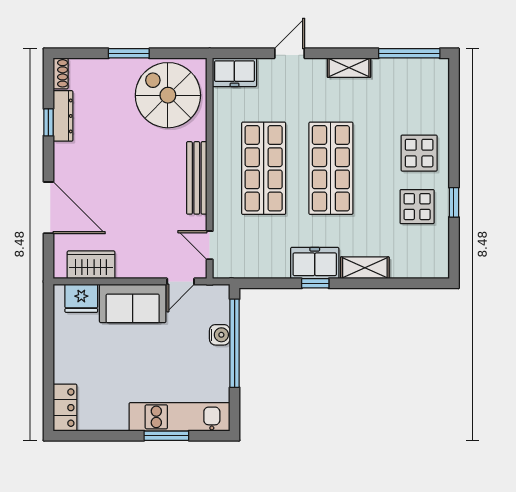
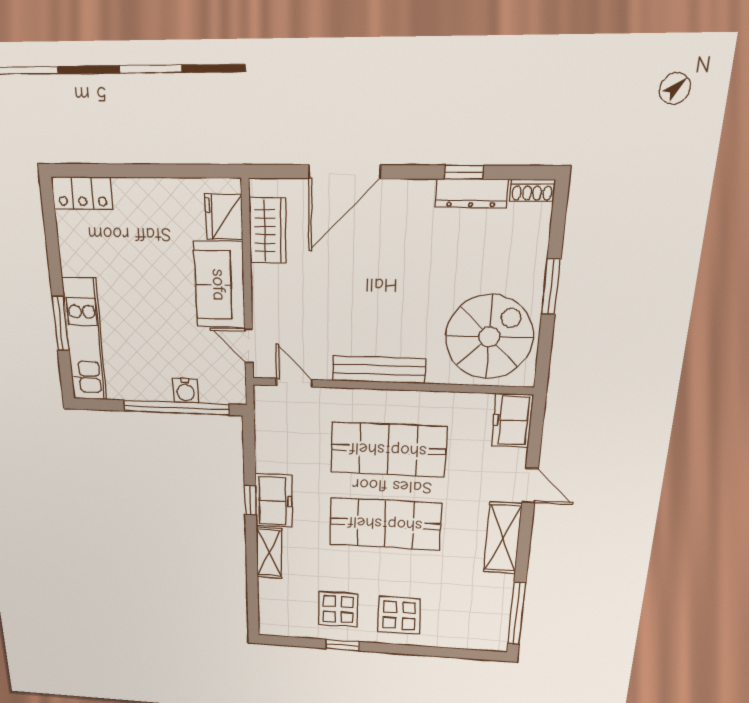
shelving: (349, 68) -> (503, 538), width x1.50, depth x1.33
door: (210, 245) -> (294, 383), hinge flipped

